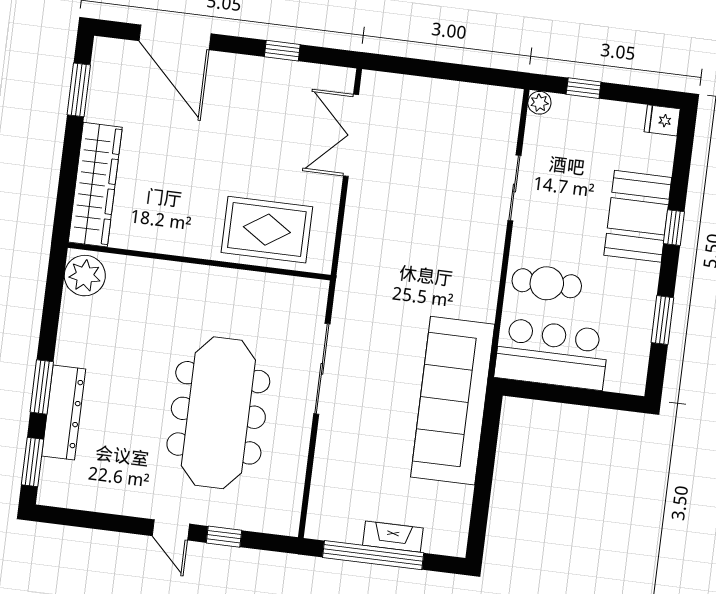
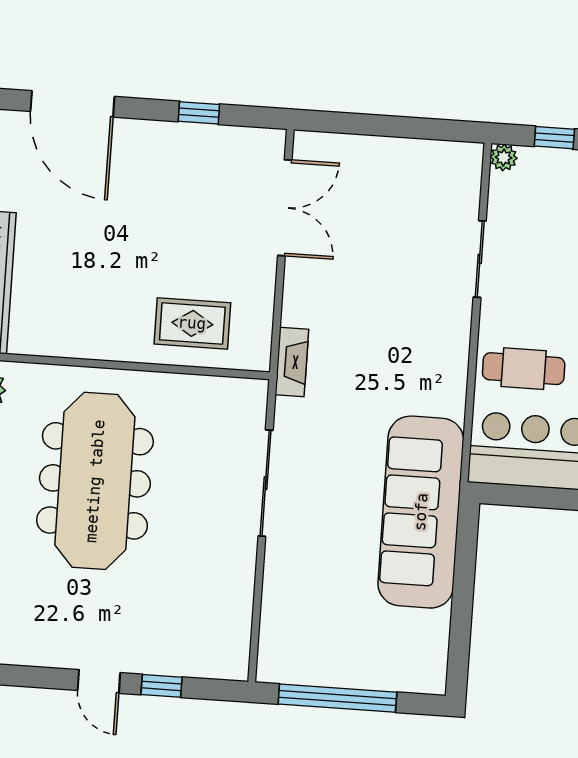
double door: (351, 135) -> (285, 208), swing flipped
rug: (267, 230) -> (192, 323), width x0.73, depth x0.70
meeting table: (218, 413) -> (95, 481), moved
fireplace: (393, 537) -> (292, 362), moved, turned 90

